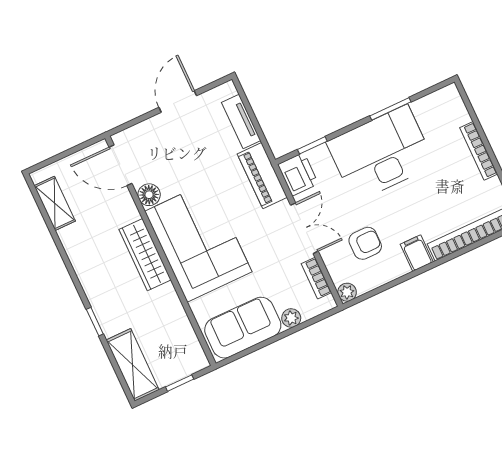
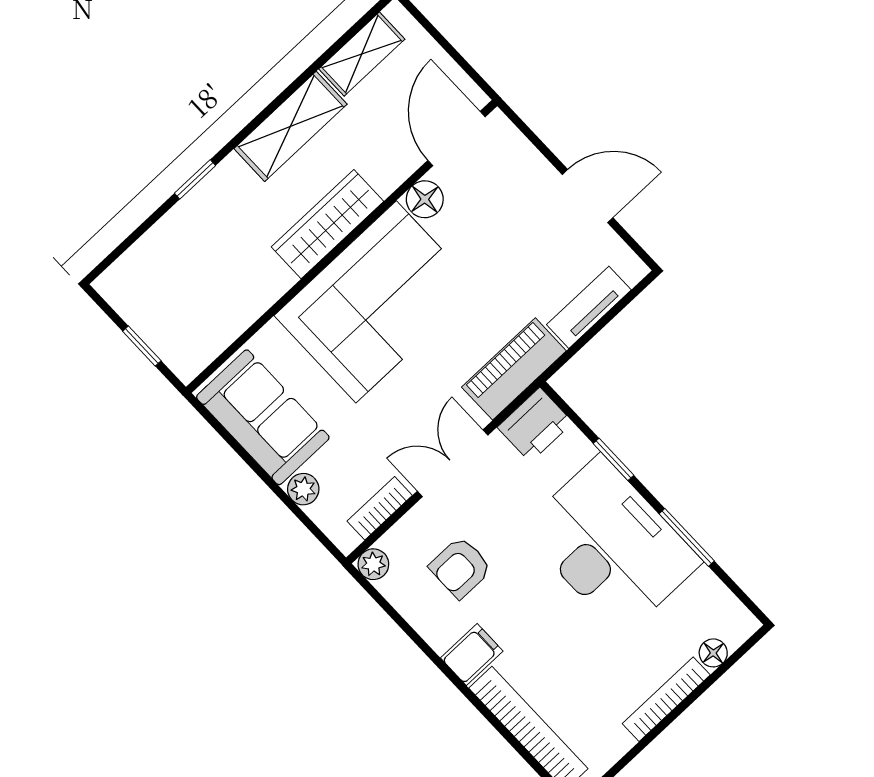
floor lamp: (461, 115) -> (713, 653), added
window: (312, 145) -> (614, 459), moved
double door: (304, 228) -> (453, 463), swing flipped
armchair: (365, 243) -> (460, 567), turned 90
shelving: (133, 365) -> (290, 126), moved

